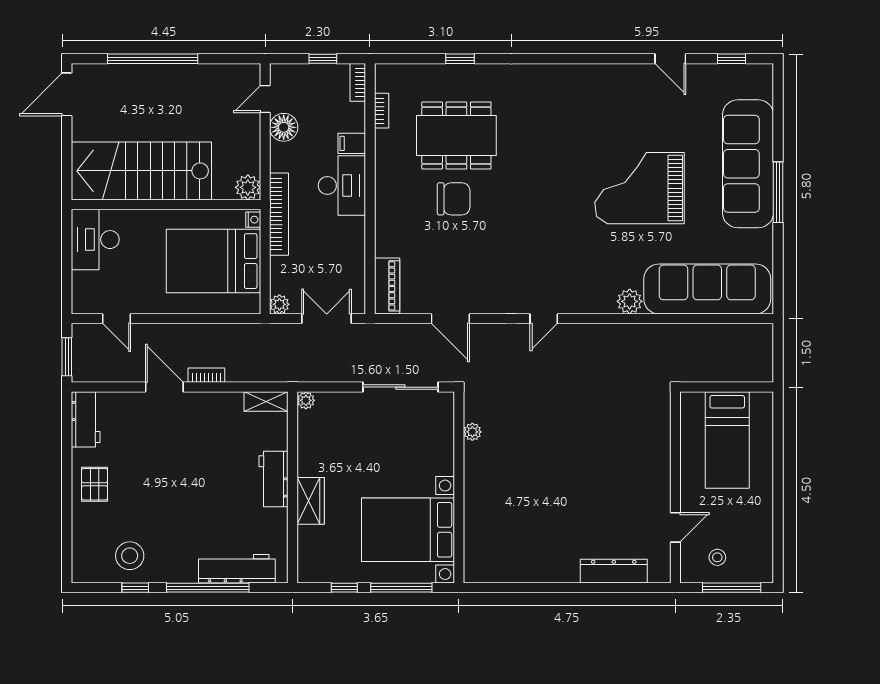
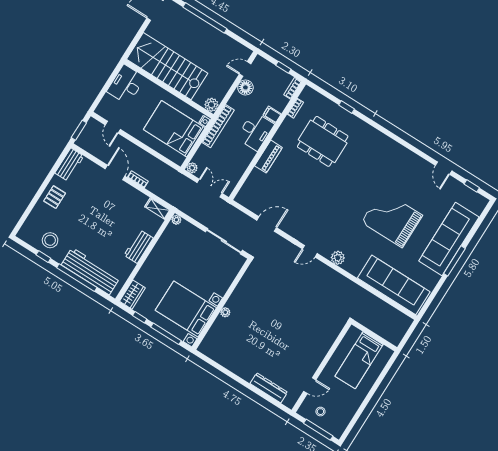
chair: (454, 199) -> (303, 170), removed
piano: (387, 286) -> (268, 157), moved
plant: (630, 301) -> (338, 258), moved
door: (450, 319) -> (267, 224), swing flipped
plant: (472, 432) -> (225, 312), moved
wardrobe: (311, 501) -> (132, 295), moved
workbench: (237, 569) -> (91, 271), width x1.36, depth x1.32

